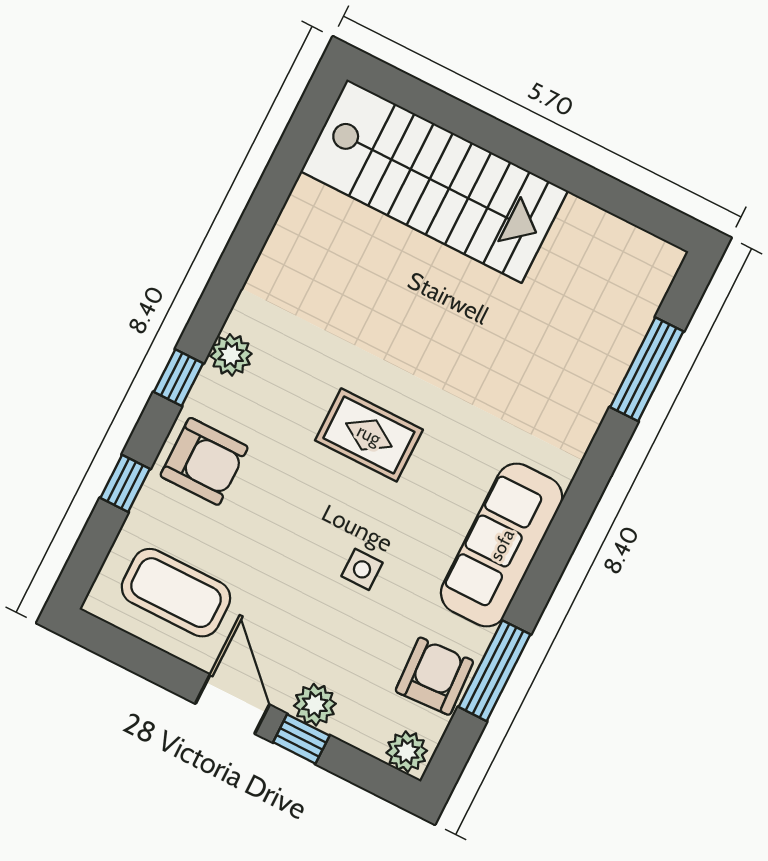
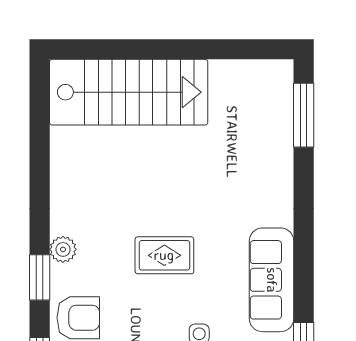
window: (647, 369) -> (304, 115), moved
window: (179, 378) -> (40, 277), width x1.50

